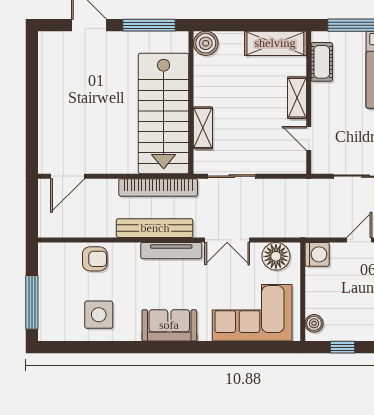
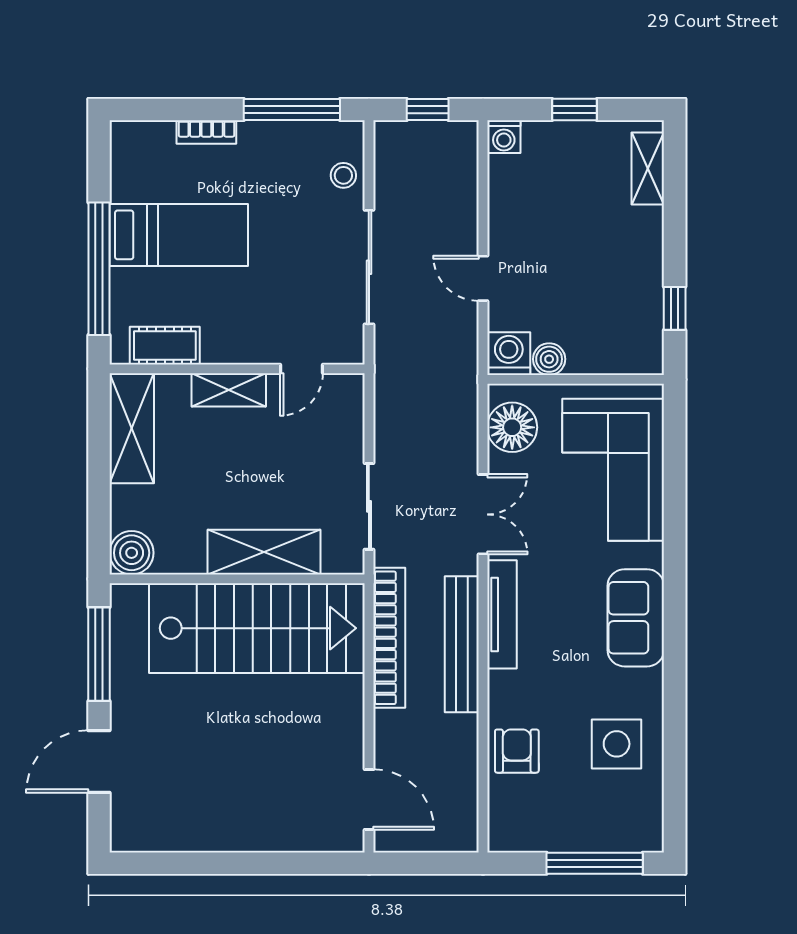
shelving: (203, 128) -> (264, 552), width x1.50, depth x1.33
boiler: (314, 323) -> (549, 359), moved

